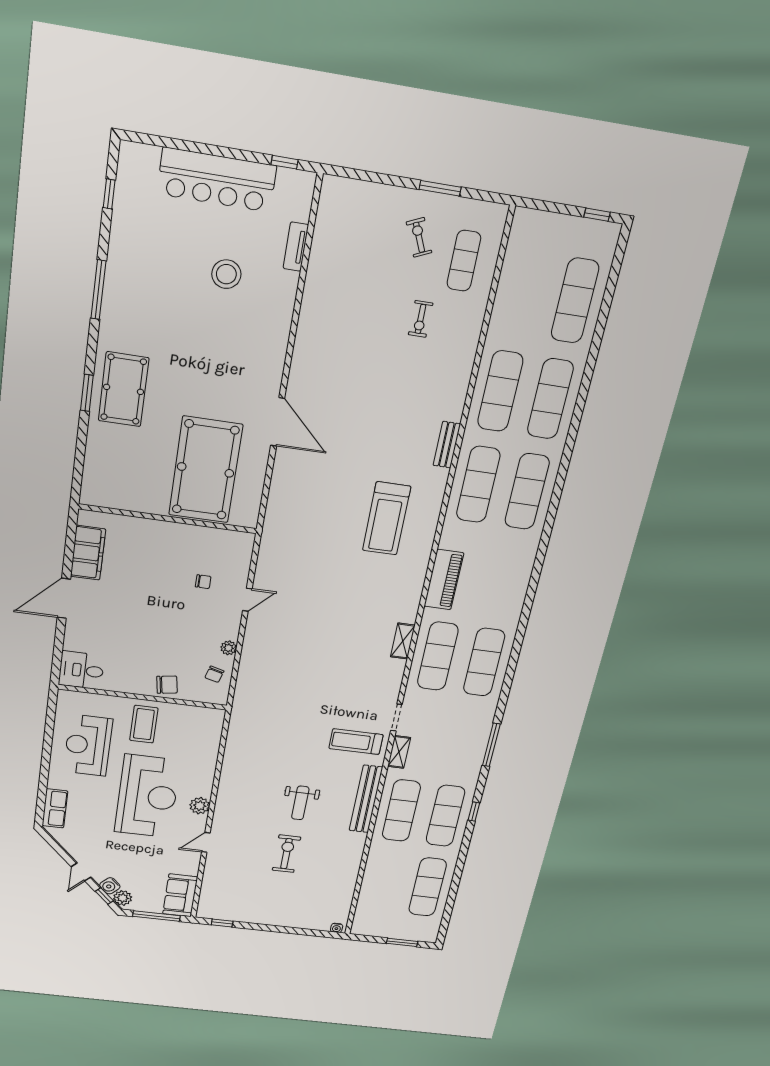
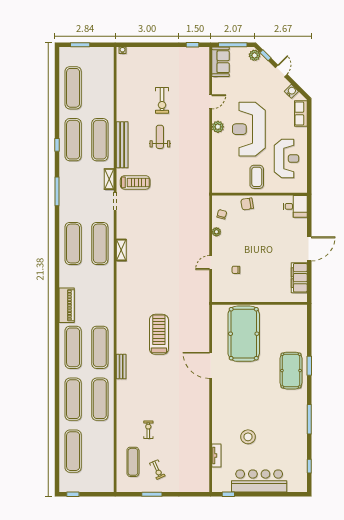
treadmill: (387, 518) -> (159, 334), moved
piano: (444, 580) -> (67, 305), moved, turned 180
water cooler: (110, 886) -> (291, 91), moved

